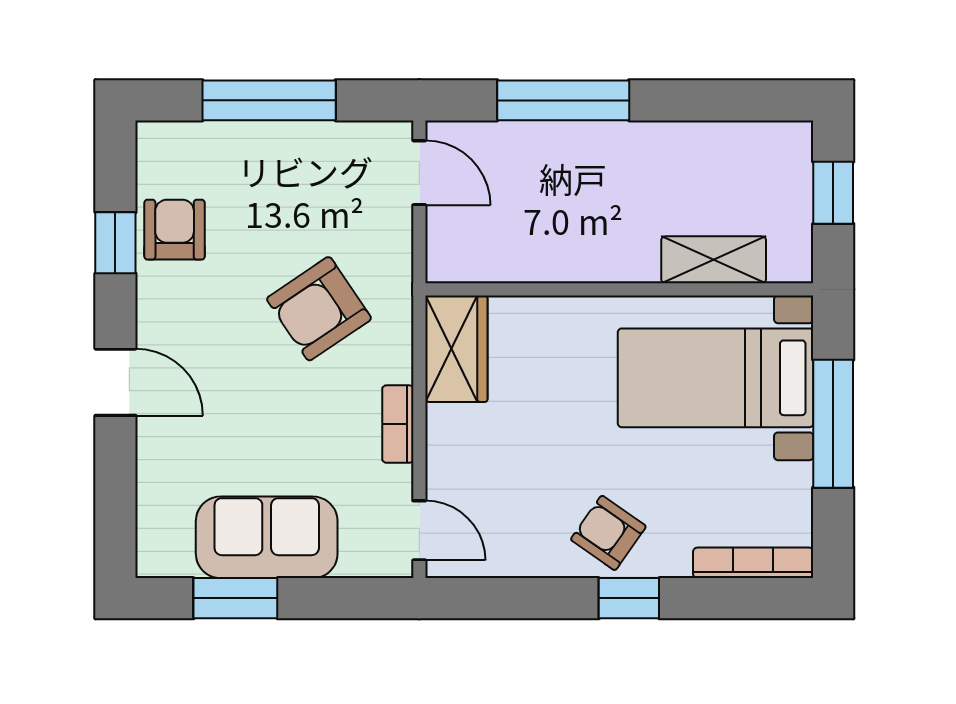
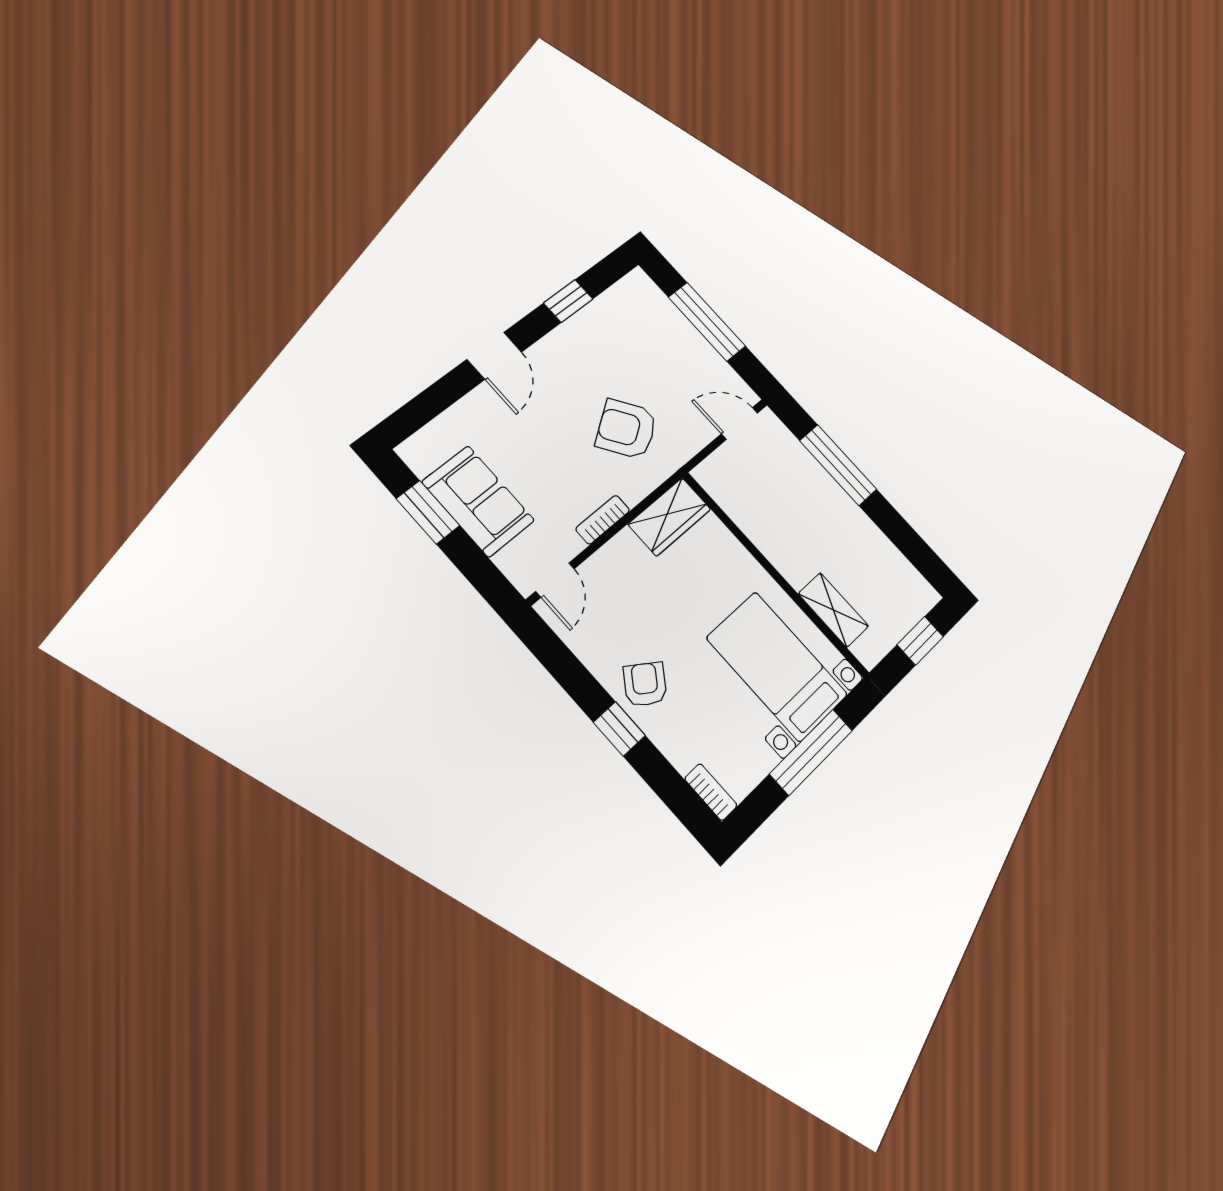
door: (419, 173) -> (739, 423), swing flipped
armchair: (175, 230) -> (601, 325), removed
bookcase: (753, 563) -> (711, 792), width x0.64

